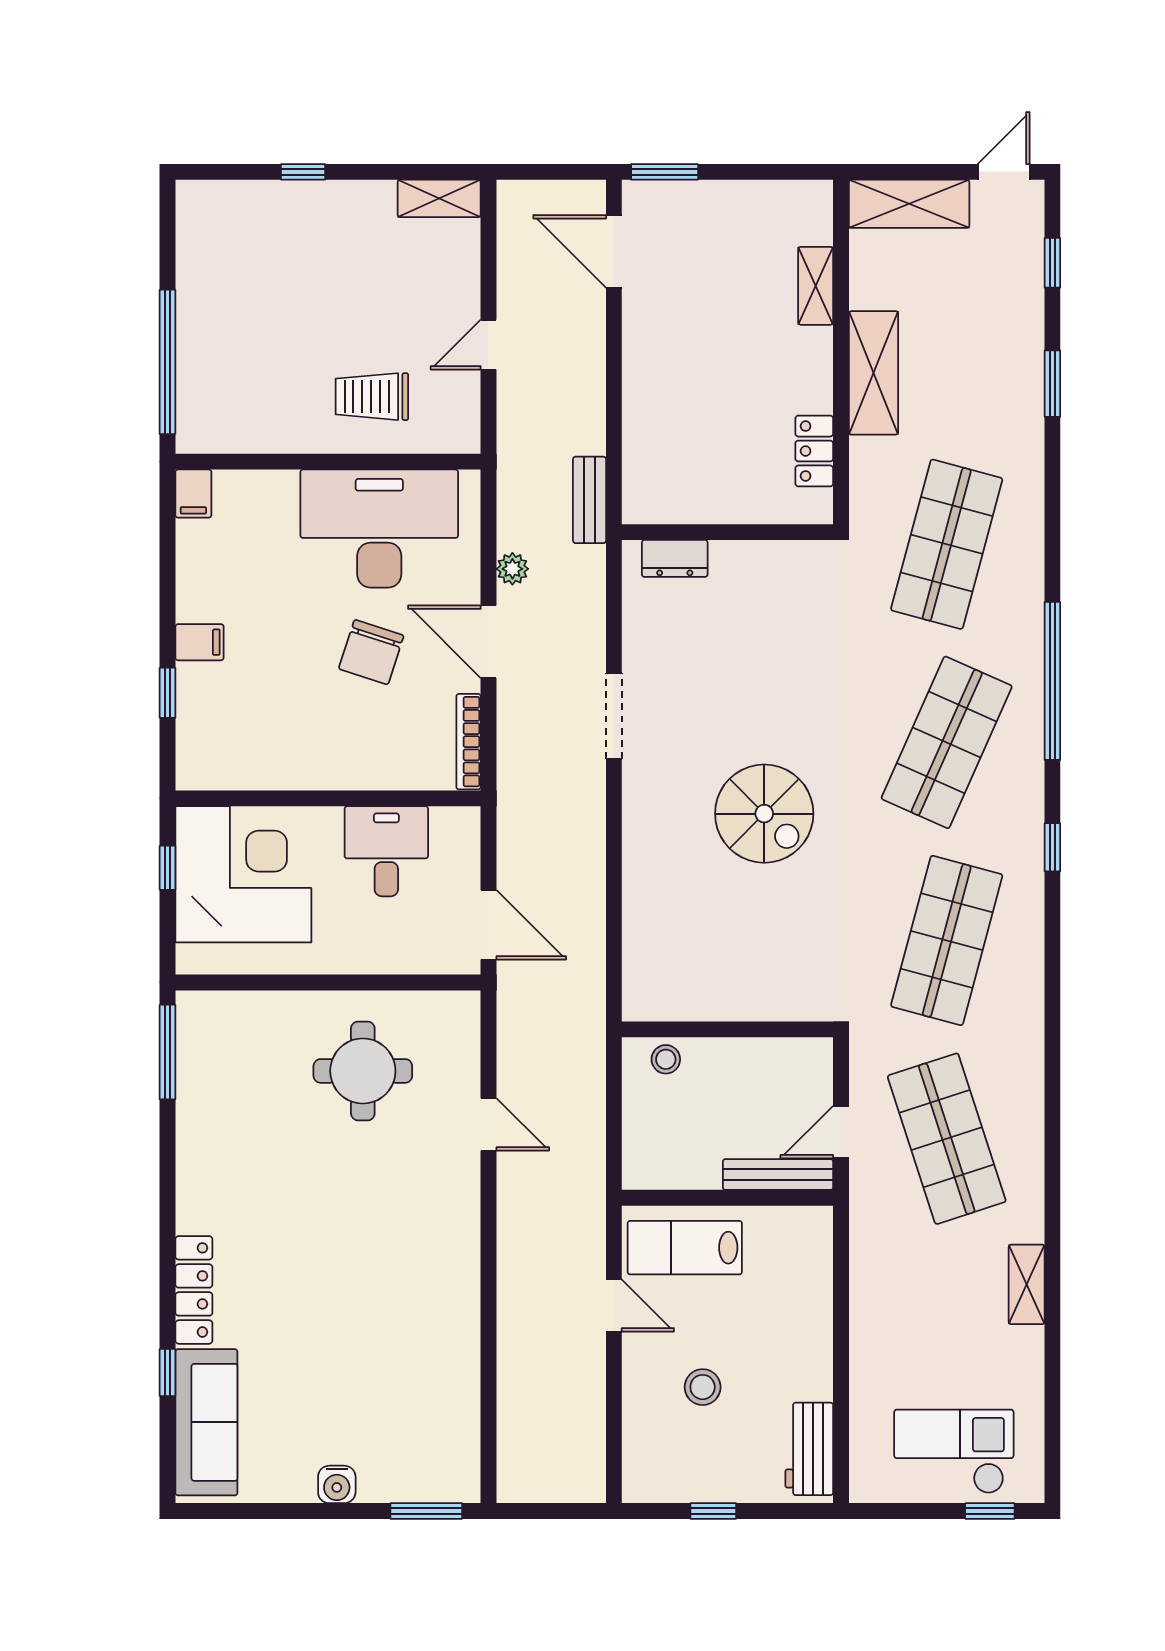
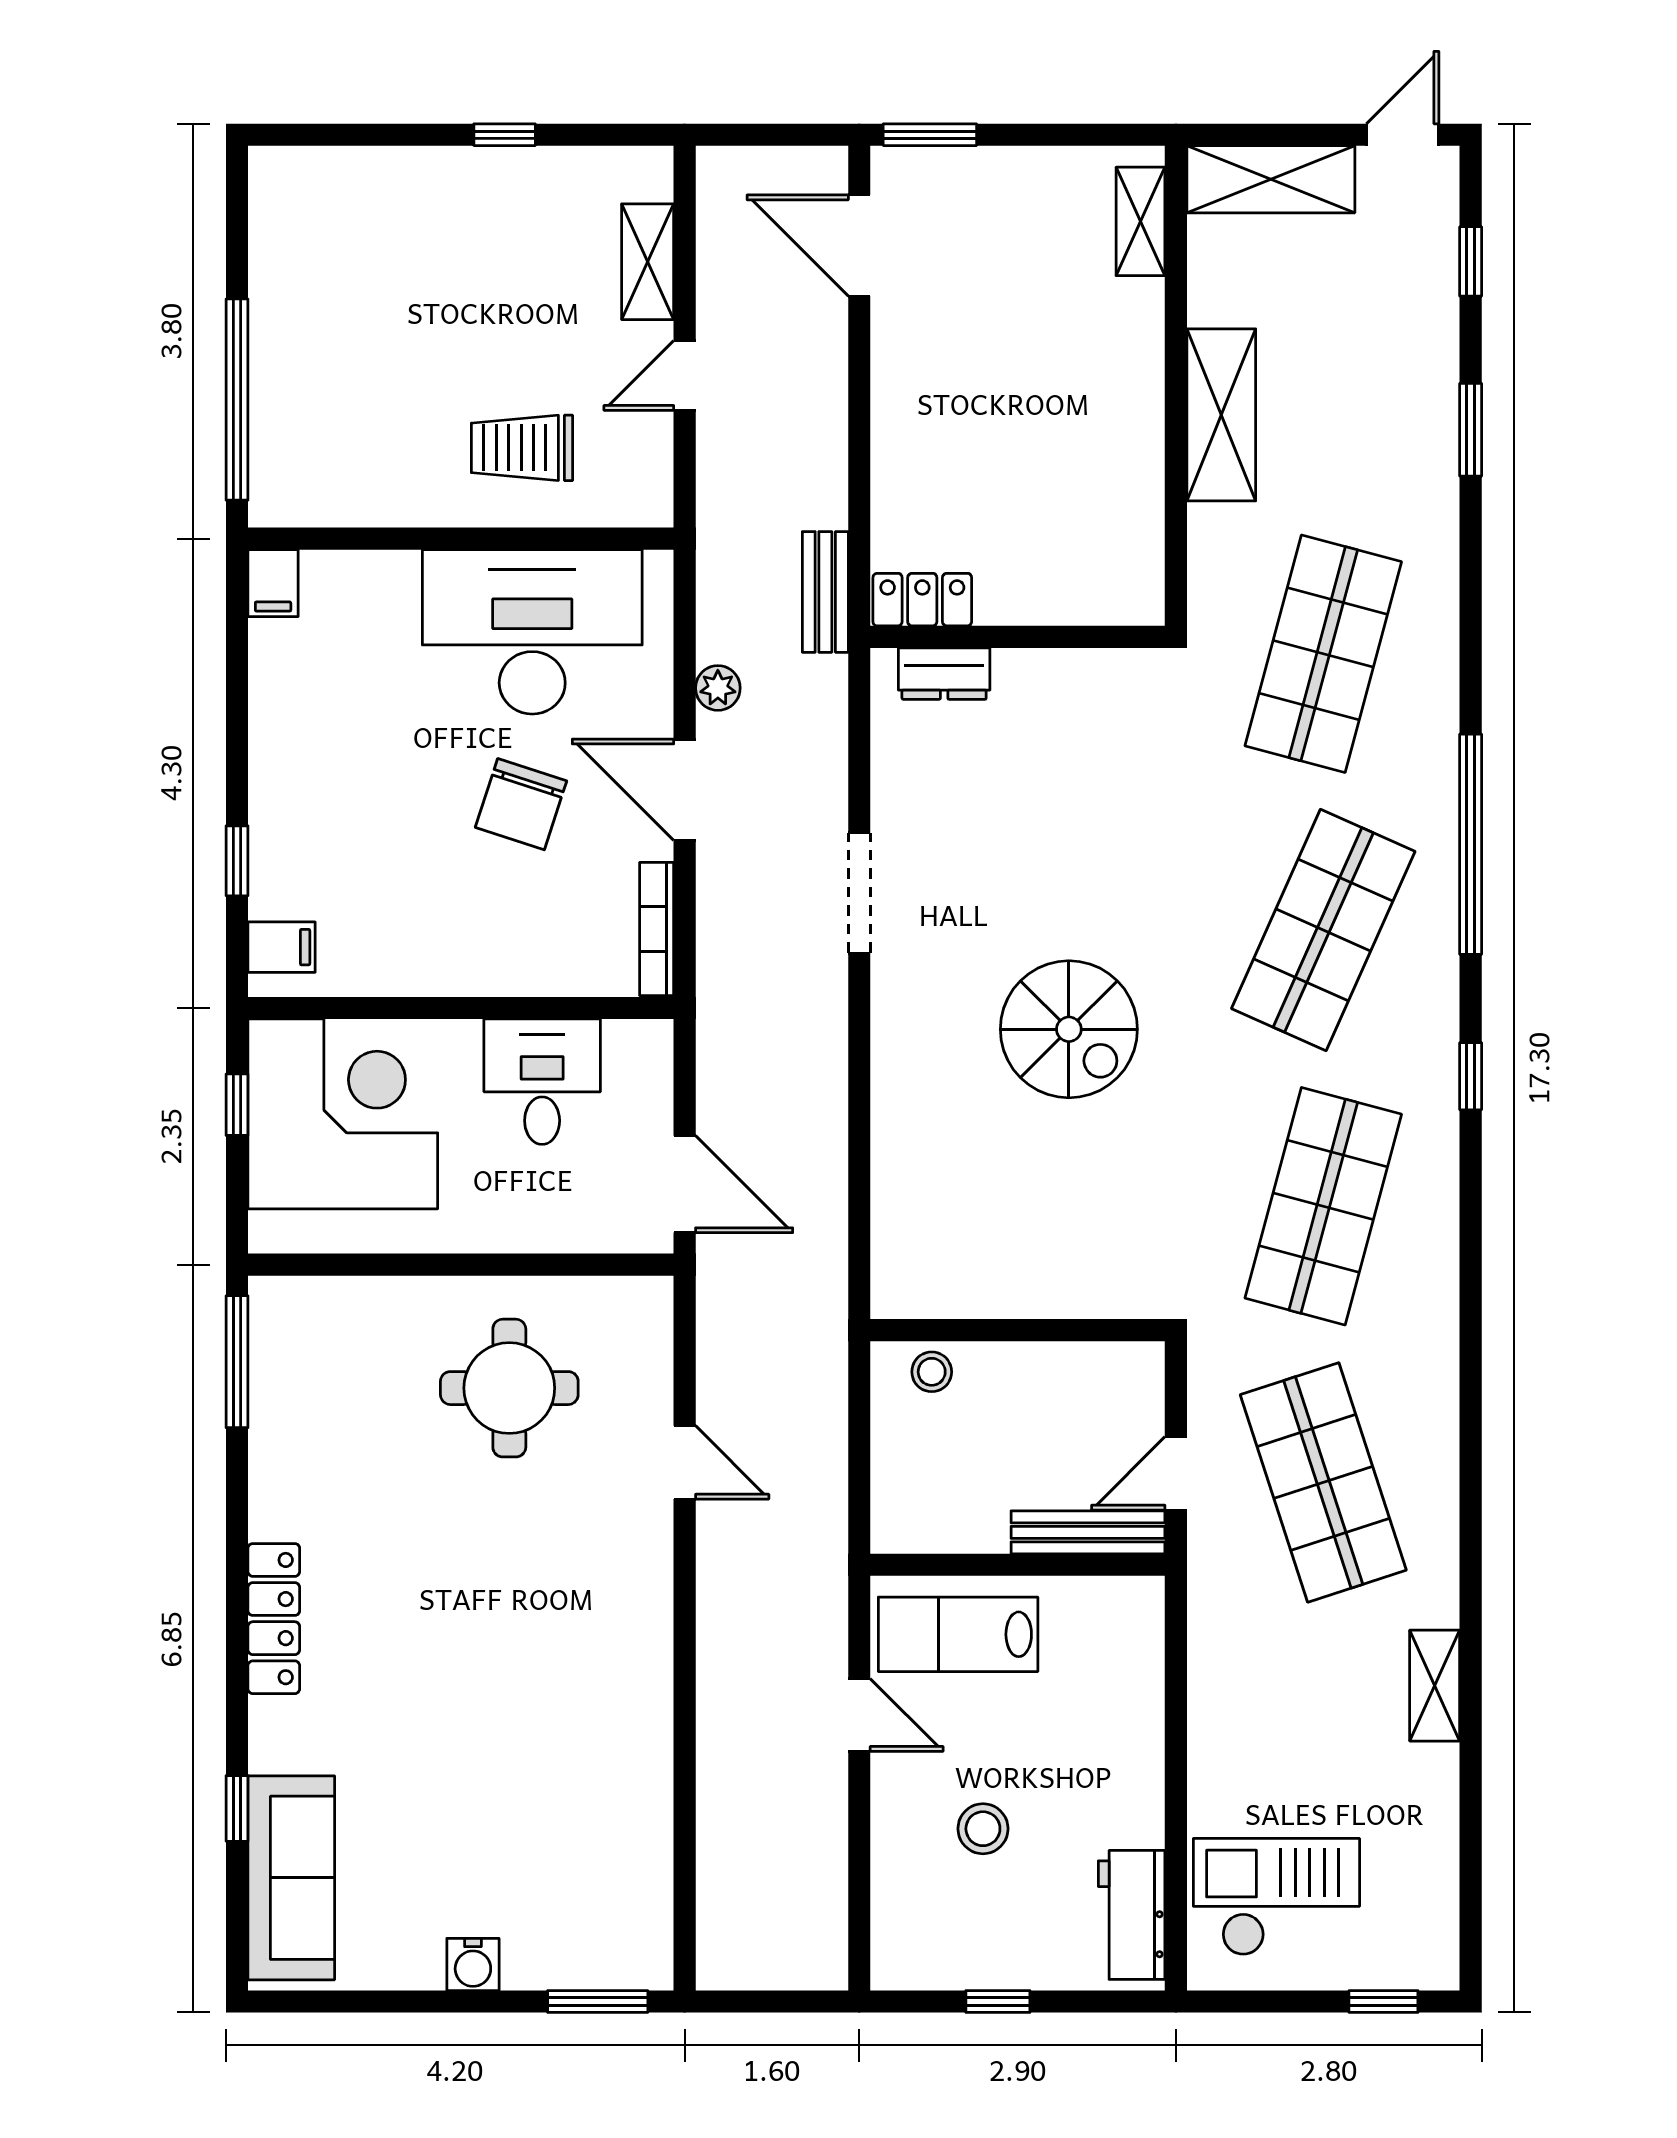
window: (303, 172) -> (505, 135), moved
shelving: (439, 198) -> (648, 262), moved, turned 90
shelving: (816, 286) -> (1141, 221), moved
locker: (814, 451) -> (922, 600), moved, turned 90
filing cabinet: (199, 642) -> (282, 947), moved
locker: (194, 1290) -> (274, 1619), moved
checkout: (954, 1451) -> (1276, 1897), moved

